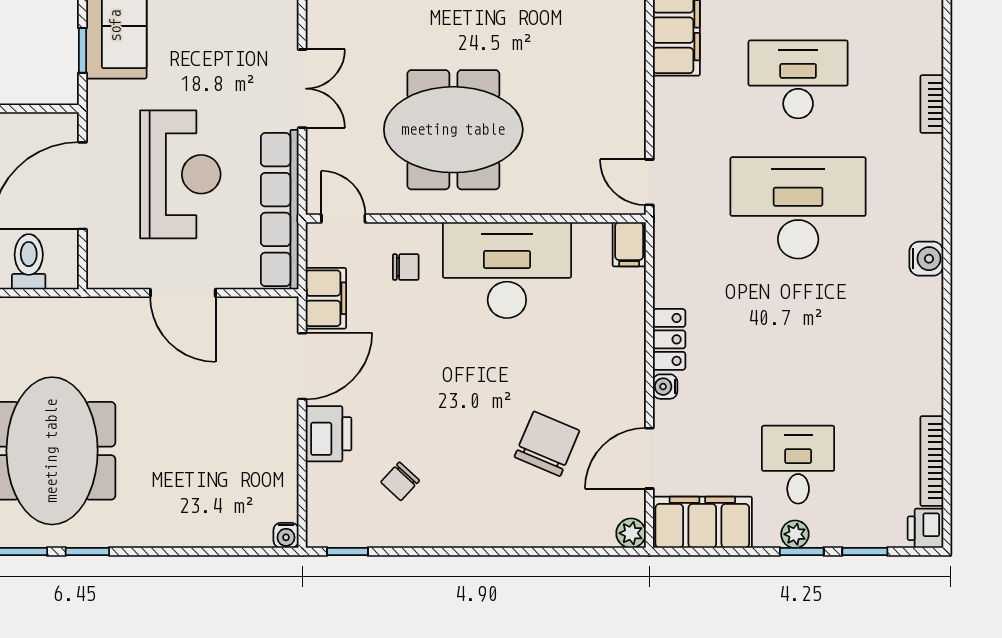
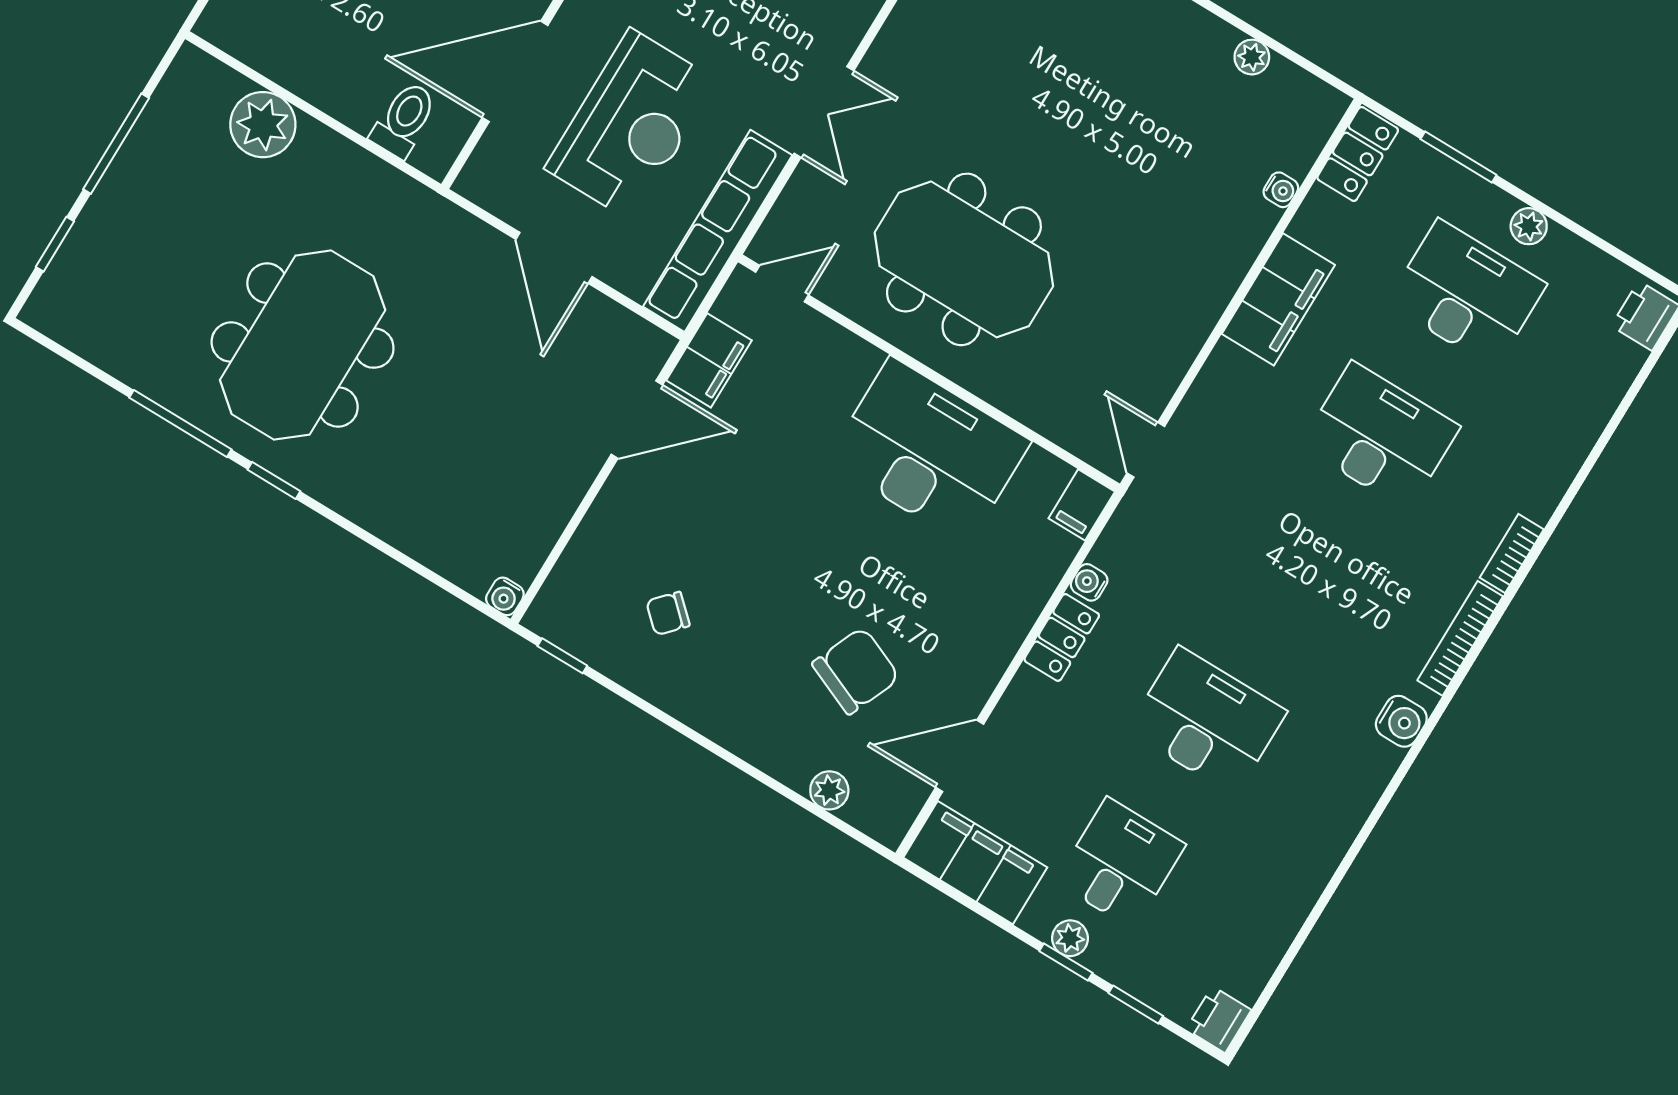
desk: (798, 208) -> (1207, 721), moved, width x0.73, depth x0.77
door: (343, 218) -> (782, 284), hinge flipped
chair: (406, 267) -> (819, 380), removed
water cooler: (665, 387) -> (1089, 582), moved
printer: (329, 434) -> (621, 513), removed
bookcase: (932, 461) -> (1460, 638), moved
plant: (631, 533) -> (829, 790), moved

